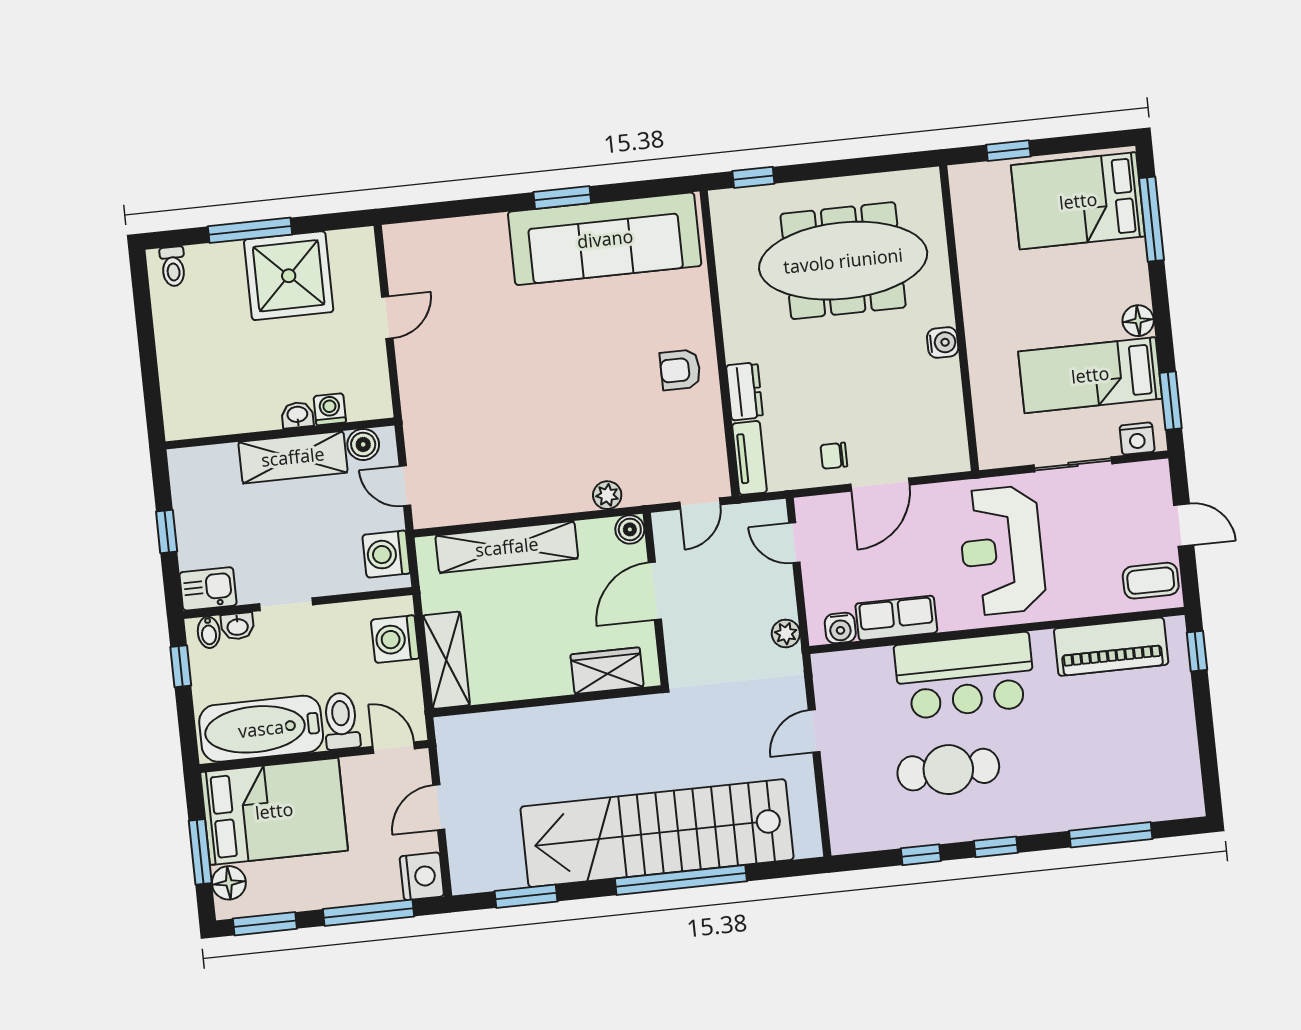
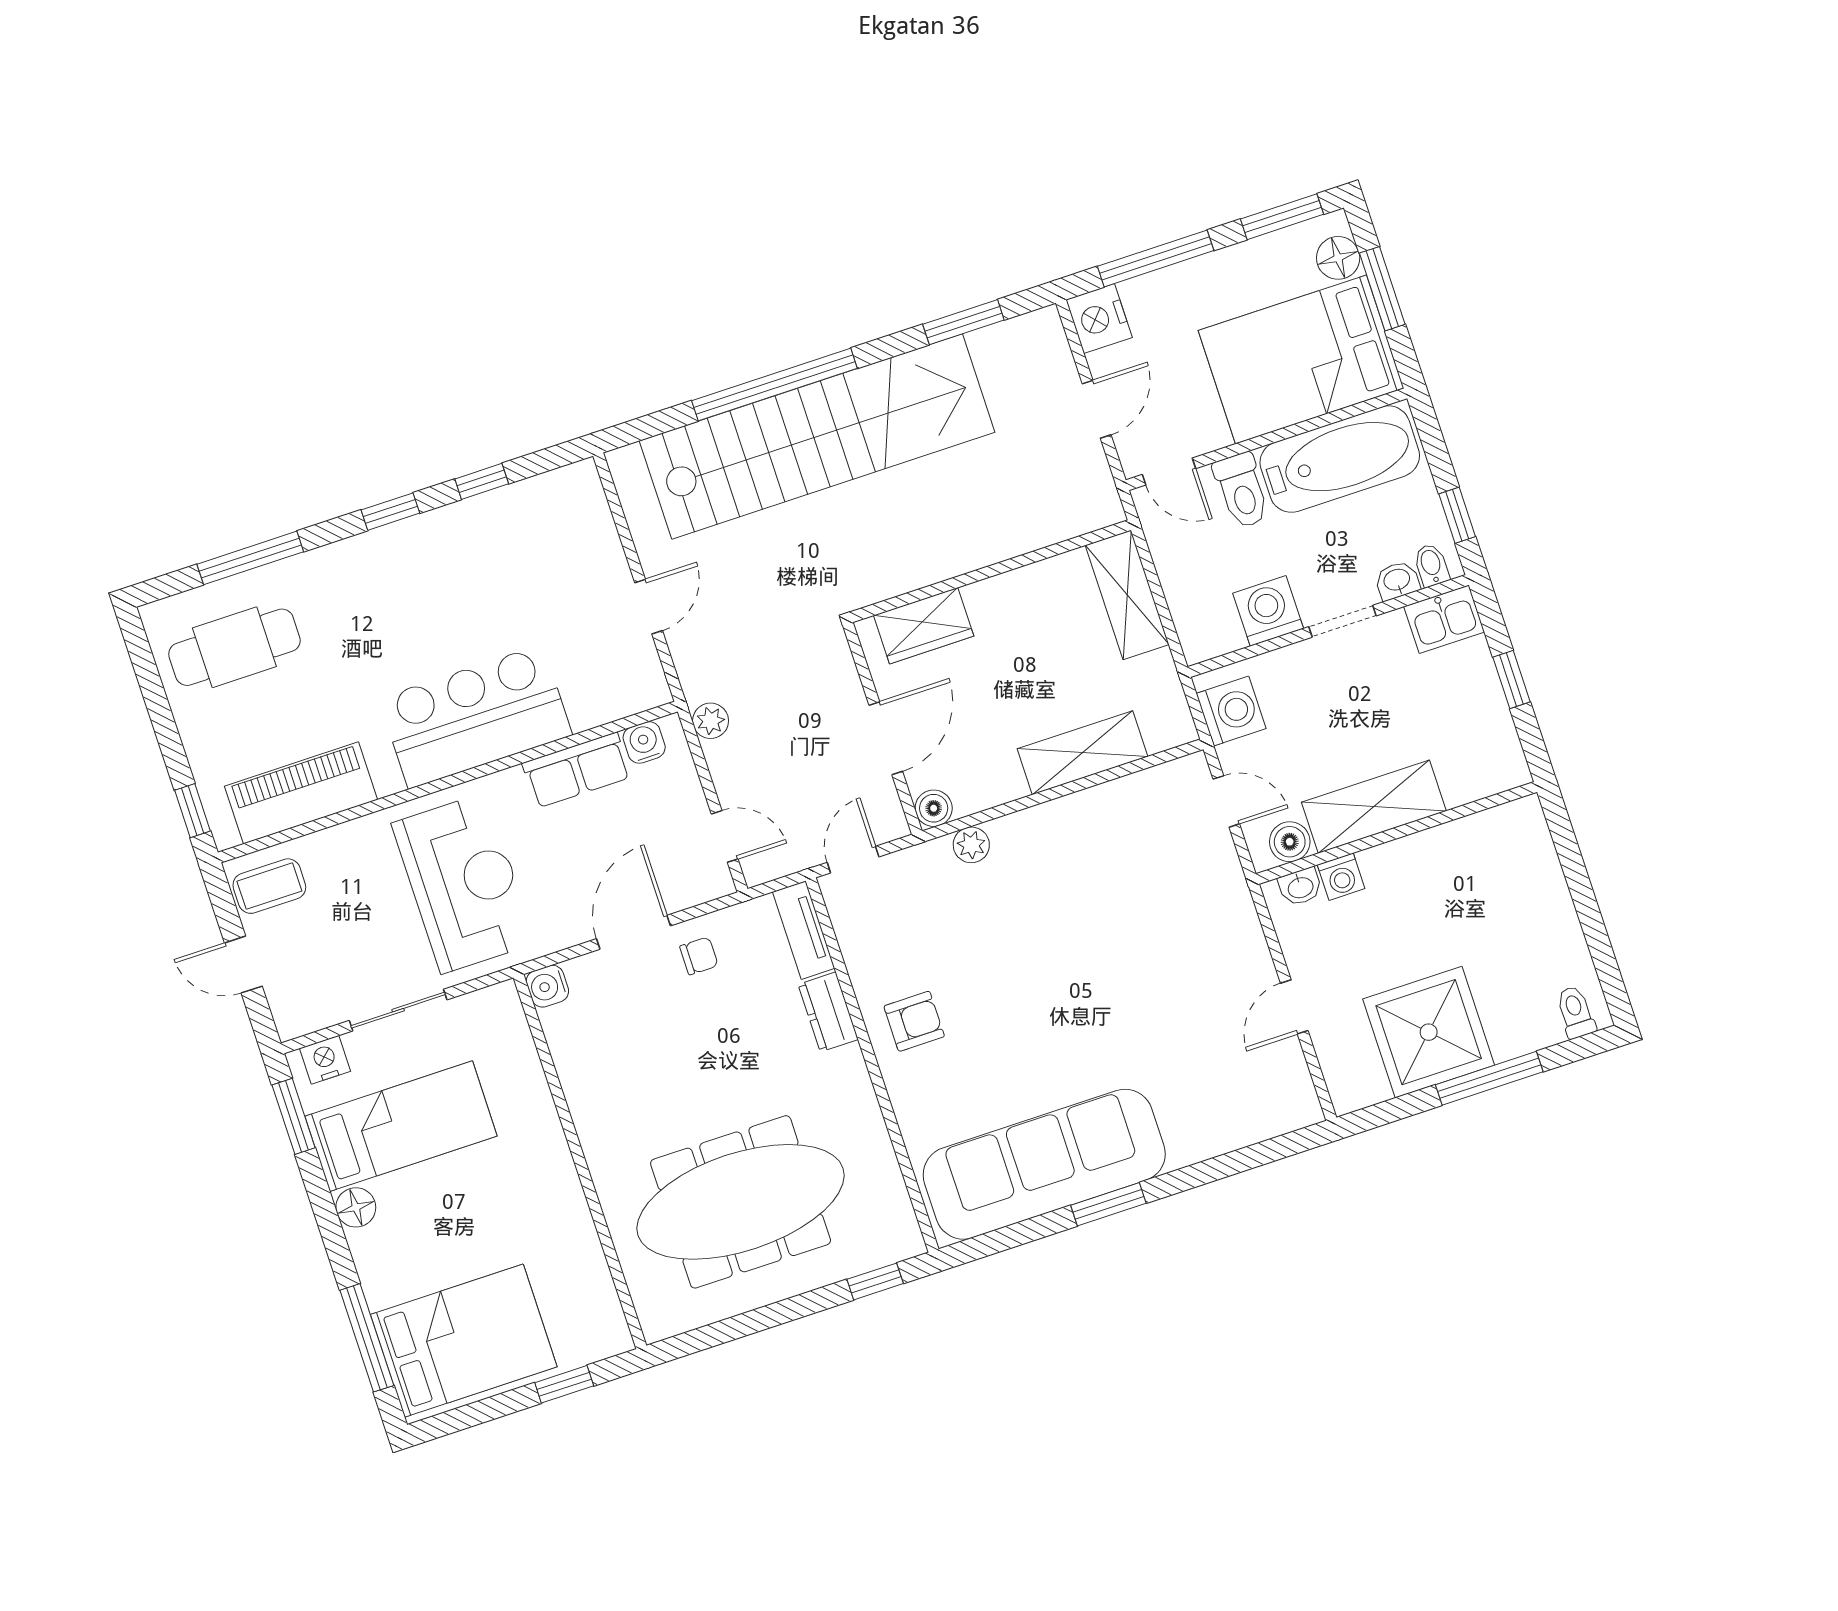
water cooler: (943, 343) -> (547, 986), moved
washbasin: (297, 415) -> (1300, 887), moved
shelving: (507, 547) -> (1083, 753), width x0.68
washing machine: (395, 639) -> (1268, 611), moved, turned -90
cafe table: (948, 770) -> (234, 647), moved

